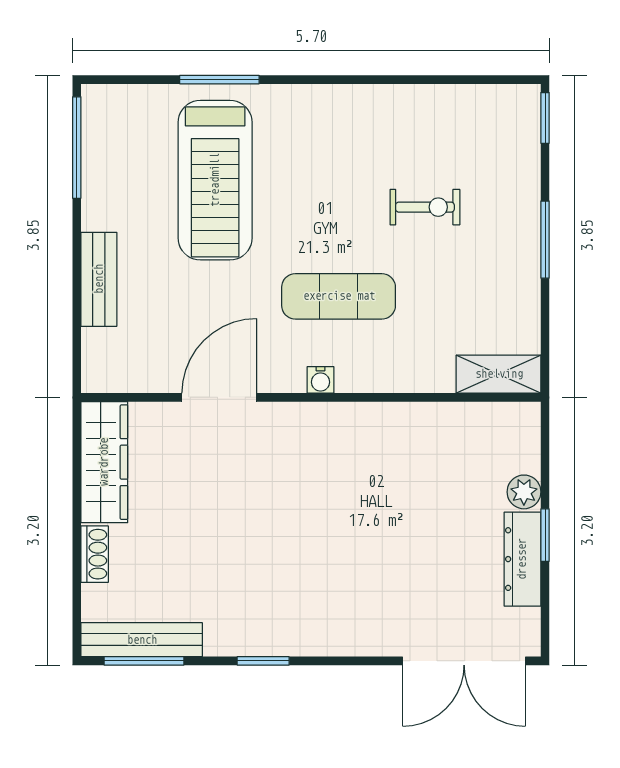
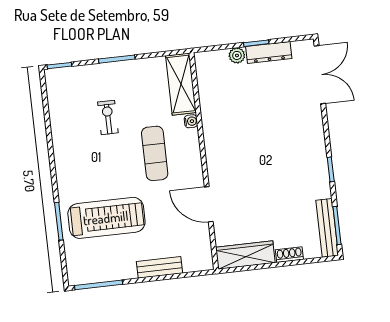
shelving: (499, 374) -> (181, 84), width x1.50, depth x1.33
water cooler: (320, 380) -> (191, 121), moved

